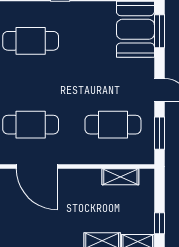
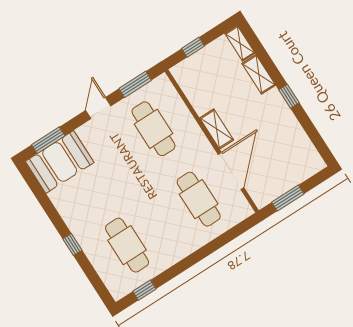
shelving: (120, 177) -> (217, 129), moved
window: (159, 223) -> (193, 47), moved

